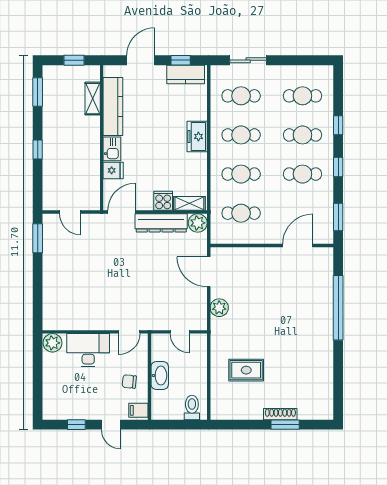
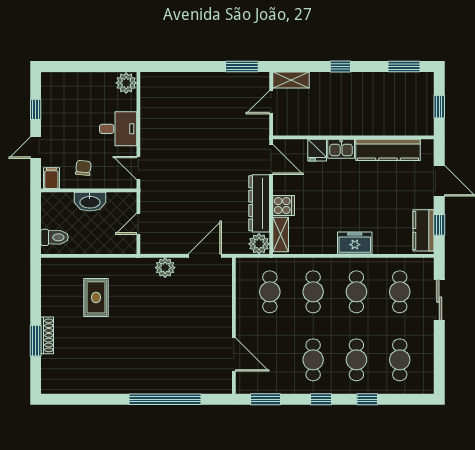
shelving: (93, 99) -> (291, 80), moved
desk: (88, 350) -> (118, 129), width x0.73

